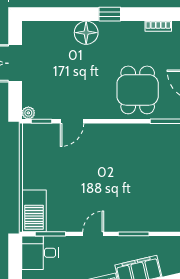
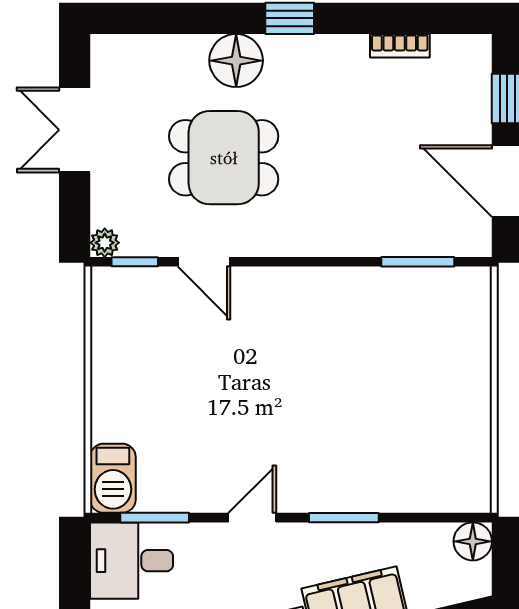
dining table: (138, 90) -> (224, 158), moved, turned 90
door: (72, 121) -> (204, 262), hinge flipped
barbecue: (34, 211) -> (113, 478), width x0.73, depth x0.83

